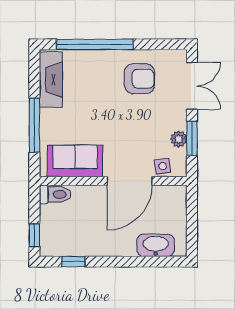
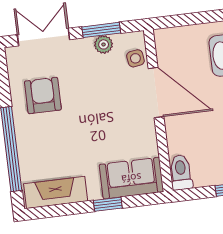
window: (34, 125) -> (108, 204), width x0.46
sofa: (75, 161) -> (131, 178), moved, turned 90

